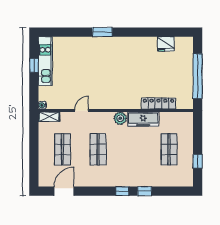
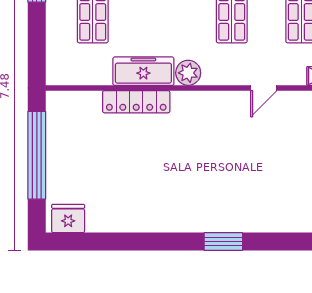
fridge: (166, 44) -> (68, 219), moved
locker: (158, 104) -> (136, 102), moved

